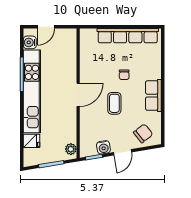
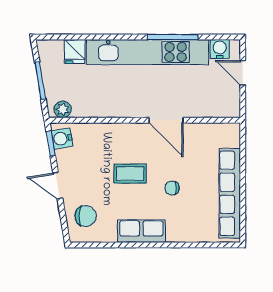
door: (78, 95) -> (166, 120), moved
chair: (143, 133) -> (86, 216), turned -51
water cooler: (103, 147) -> (62, 138), moved

